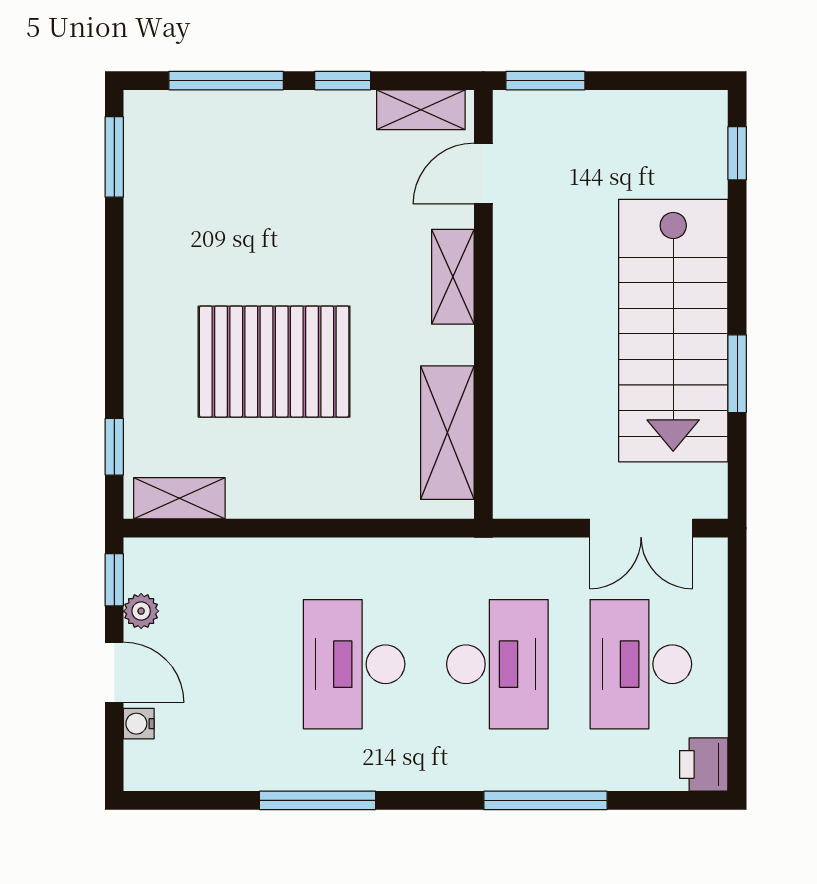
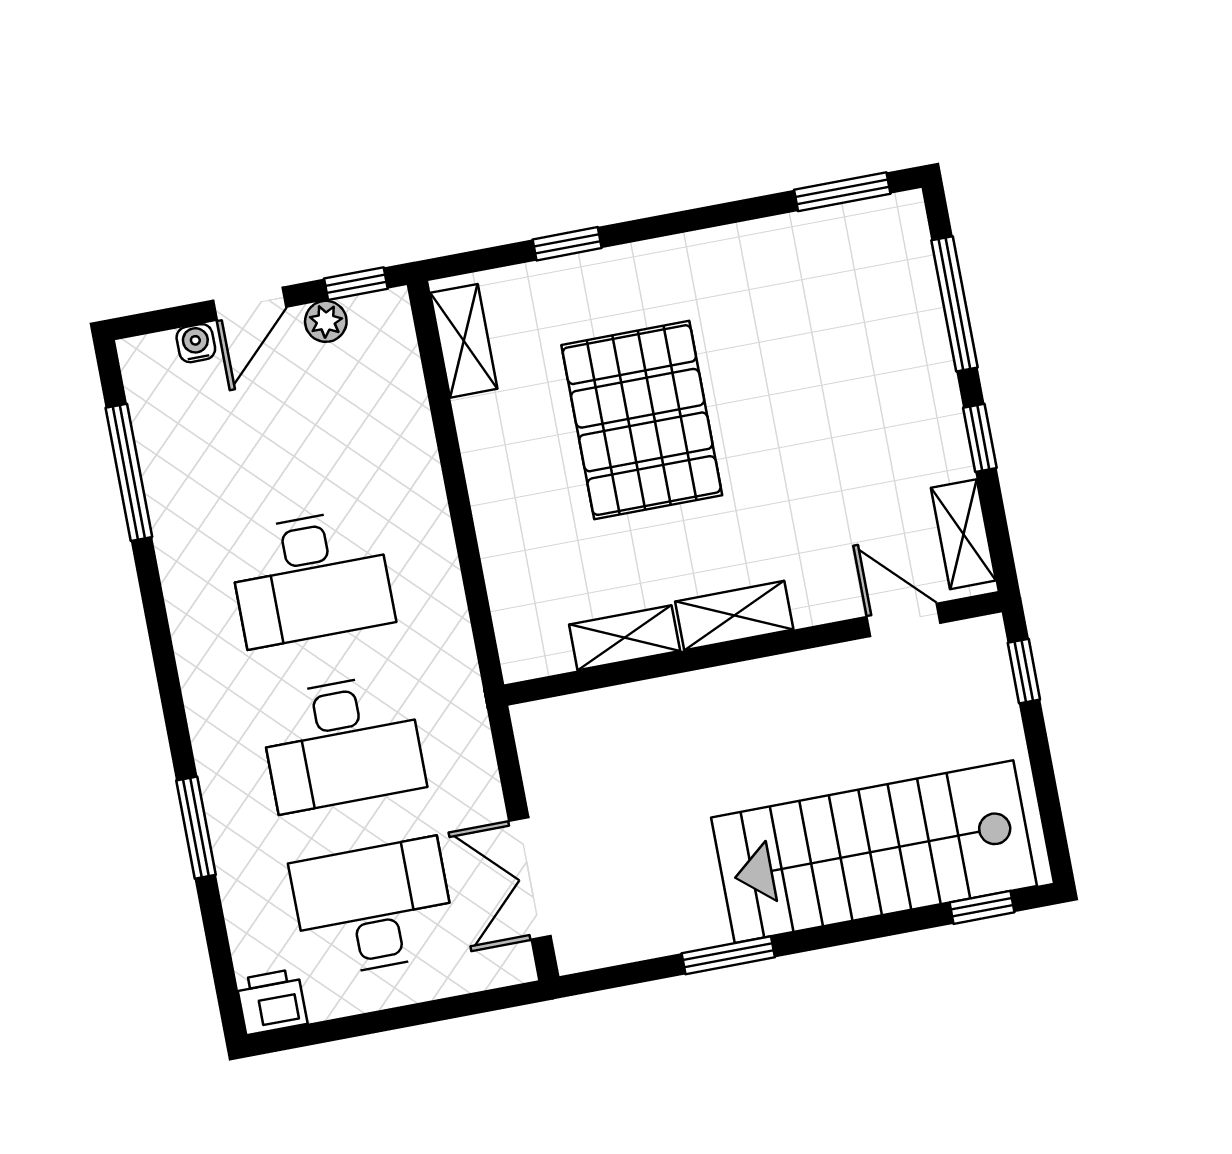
window: (545, 81) -> (1024, 671), width x0.67
shelving: (453, 277) -> (734, 616), moved
stairs: (673, 331) -> (874, 852), moved
shelving: (447, 433) -> (625, 638), width x0.67, depth x0.75
window: (114, 447) -> (567, 244), moved
desk: (354, 664) -> (311, 578), turned 180
window: (317, 800) -> (129, 472), moved
window: (546, 800) -> (196, 828), width x0.69

